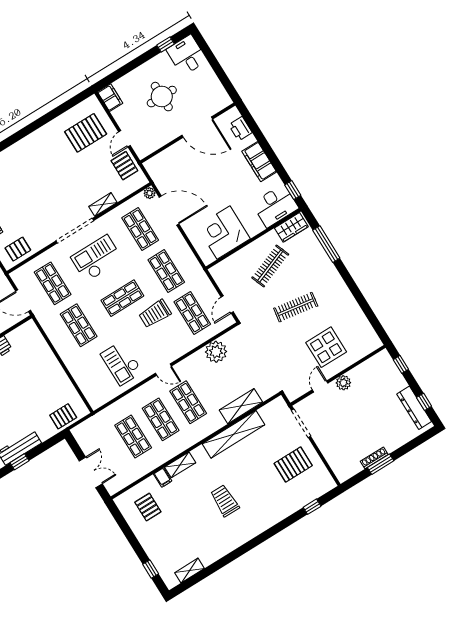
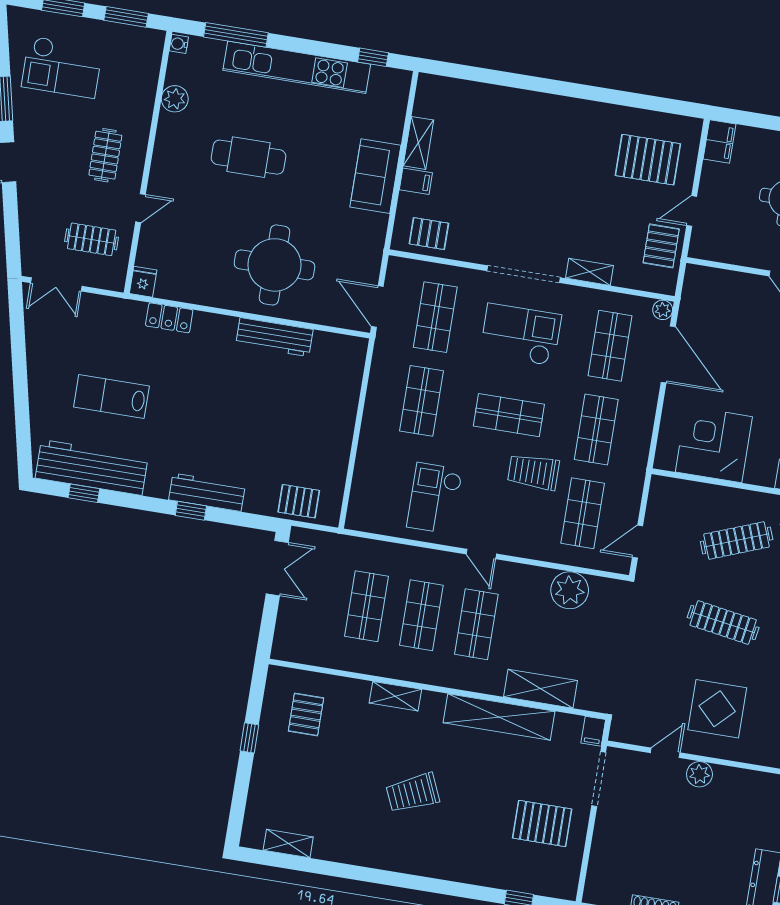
double door: (91, 472) -> (277, 568), moved
filing cabinet: (163, 477) -> (593, 731), moved
trolley: (225, 501) -> (413, 793), turned -114
window: (151, 569) -> (249, 738), moved

